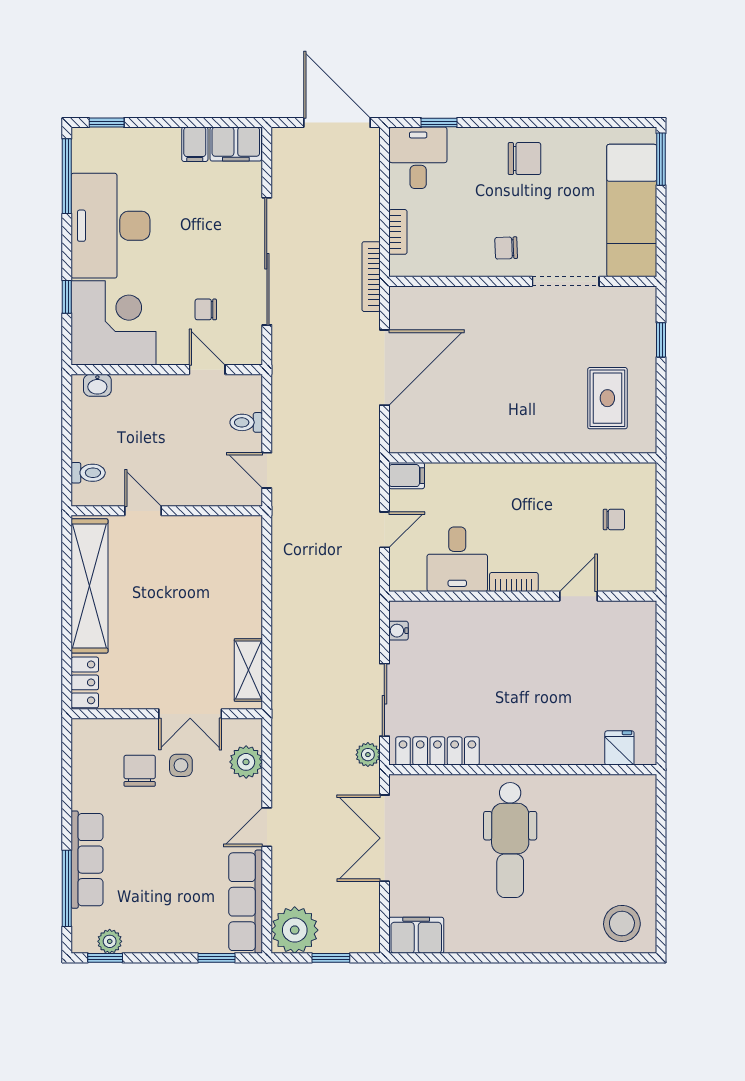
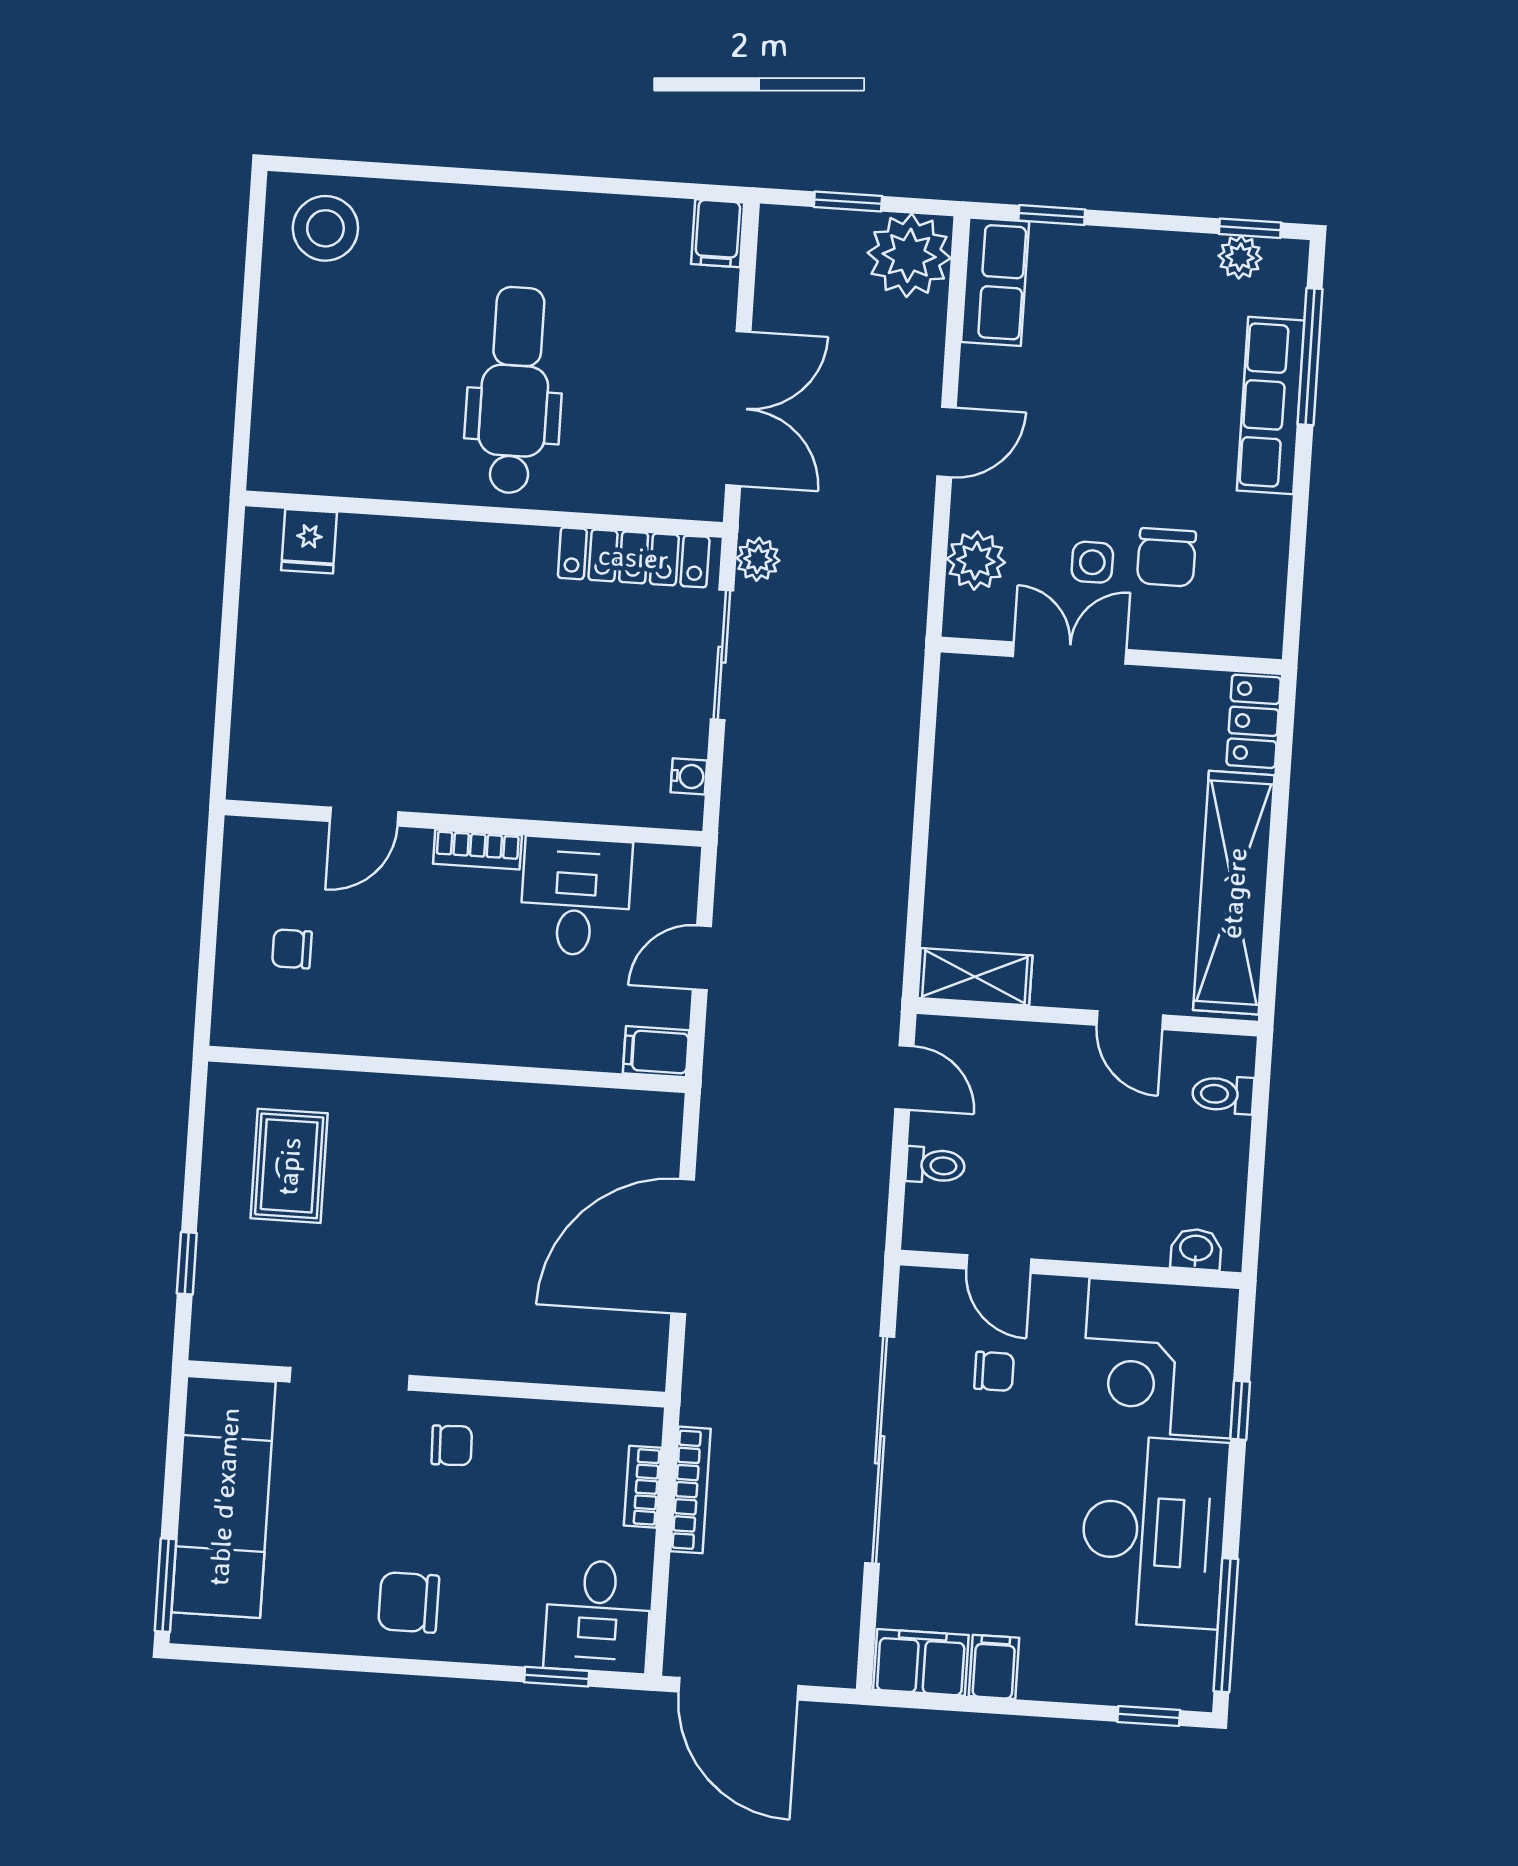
bookcase: (371, 277) -> (690, 1490), moved
shelving: (248, 670) -> (975, 977), moved, turned 90
row of seats: (246, 902) -> (995, 282), width x0.68
filing cabinet: (416, 935) -> (718, 233), width x0.50

